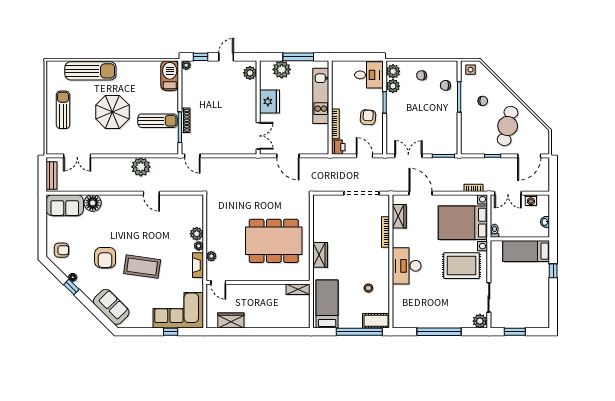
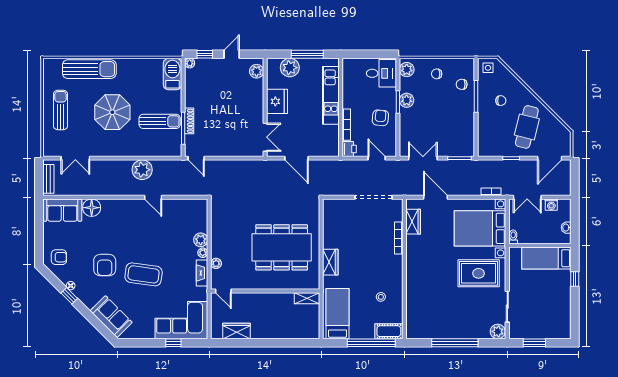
plant: (393, 86) -> (407, 100), moved
desk: (407, 266) -> (421, 274), removed

